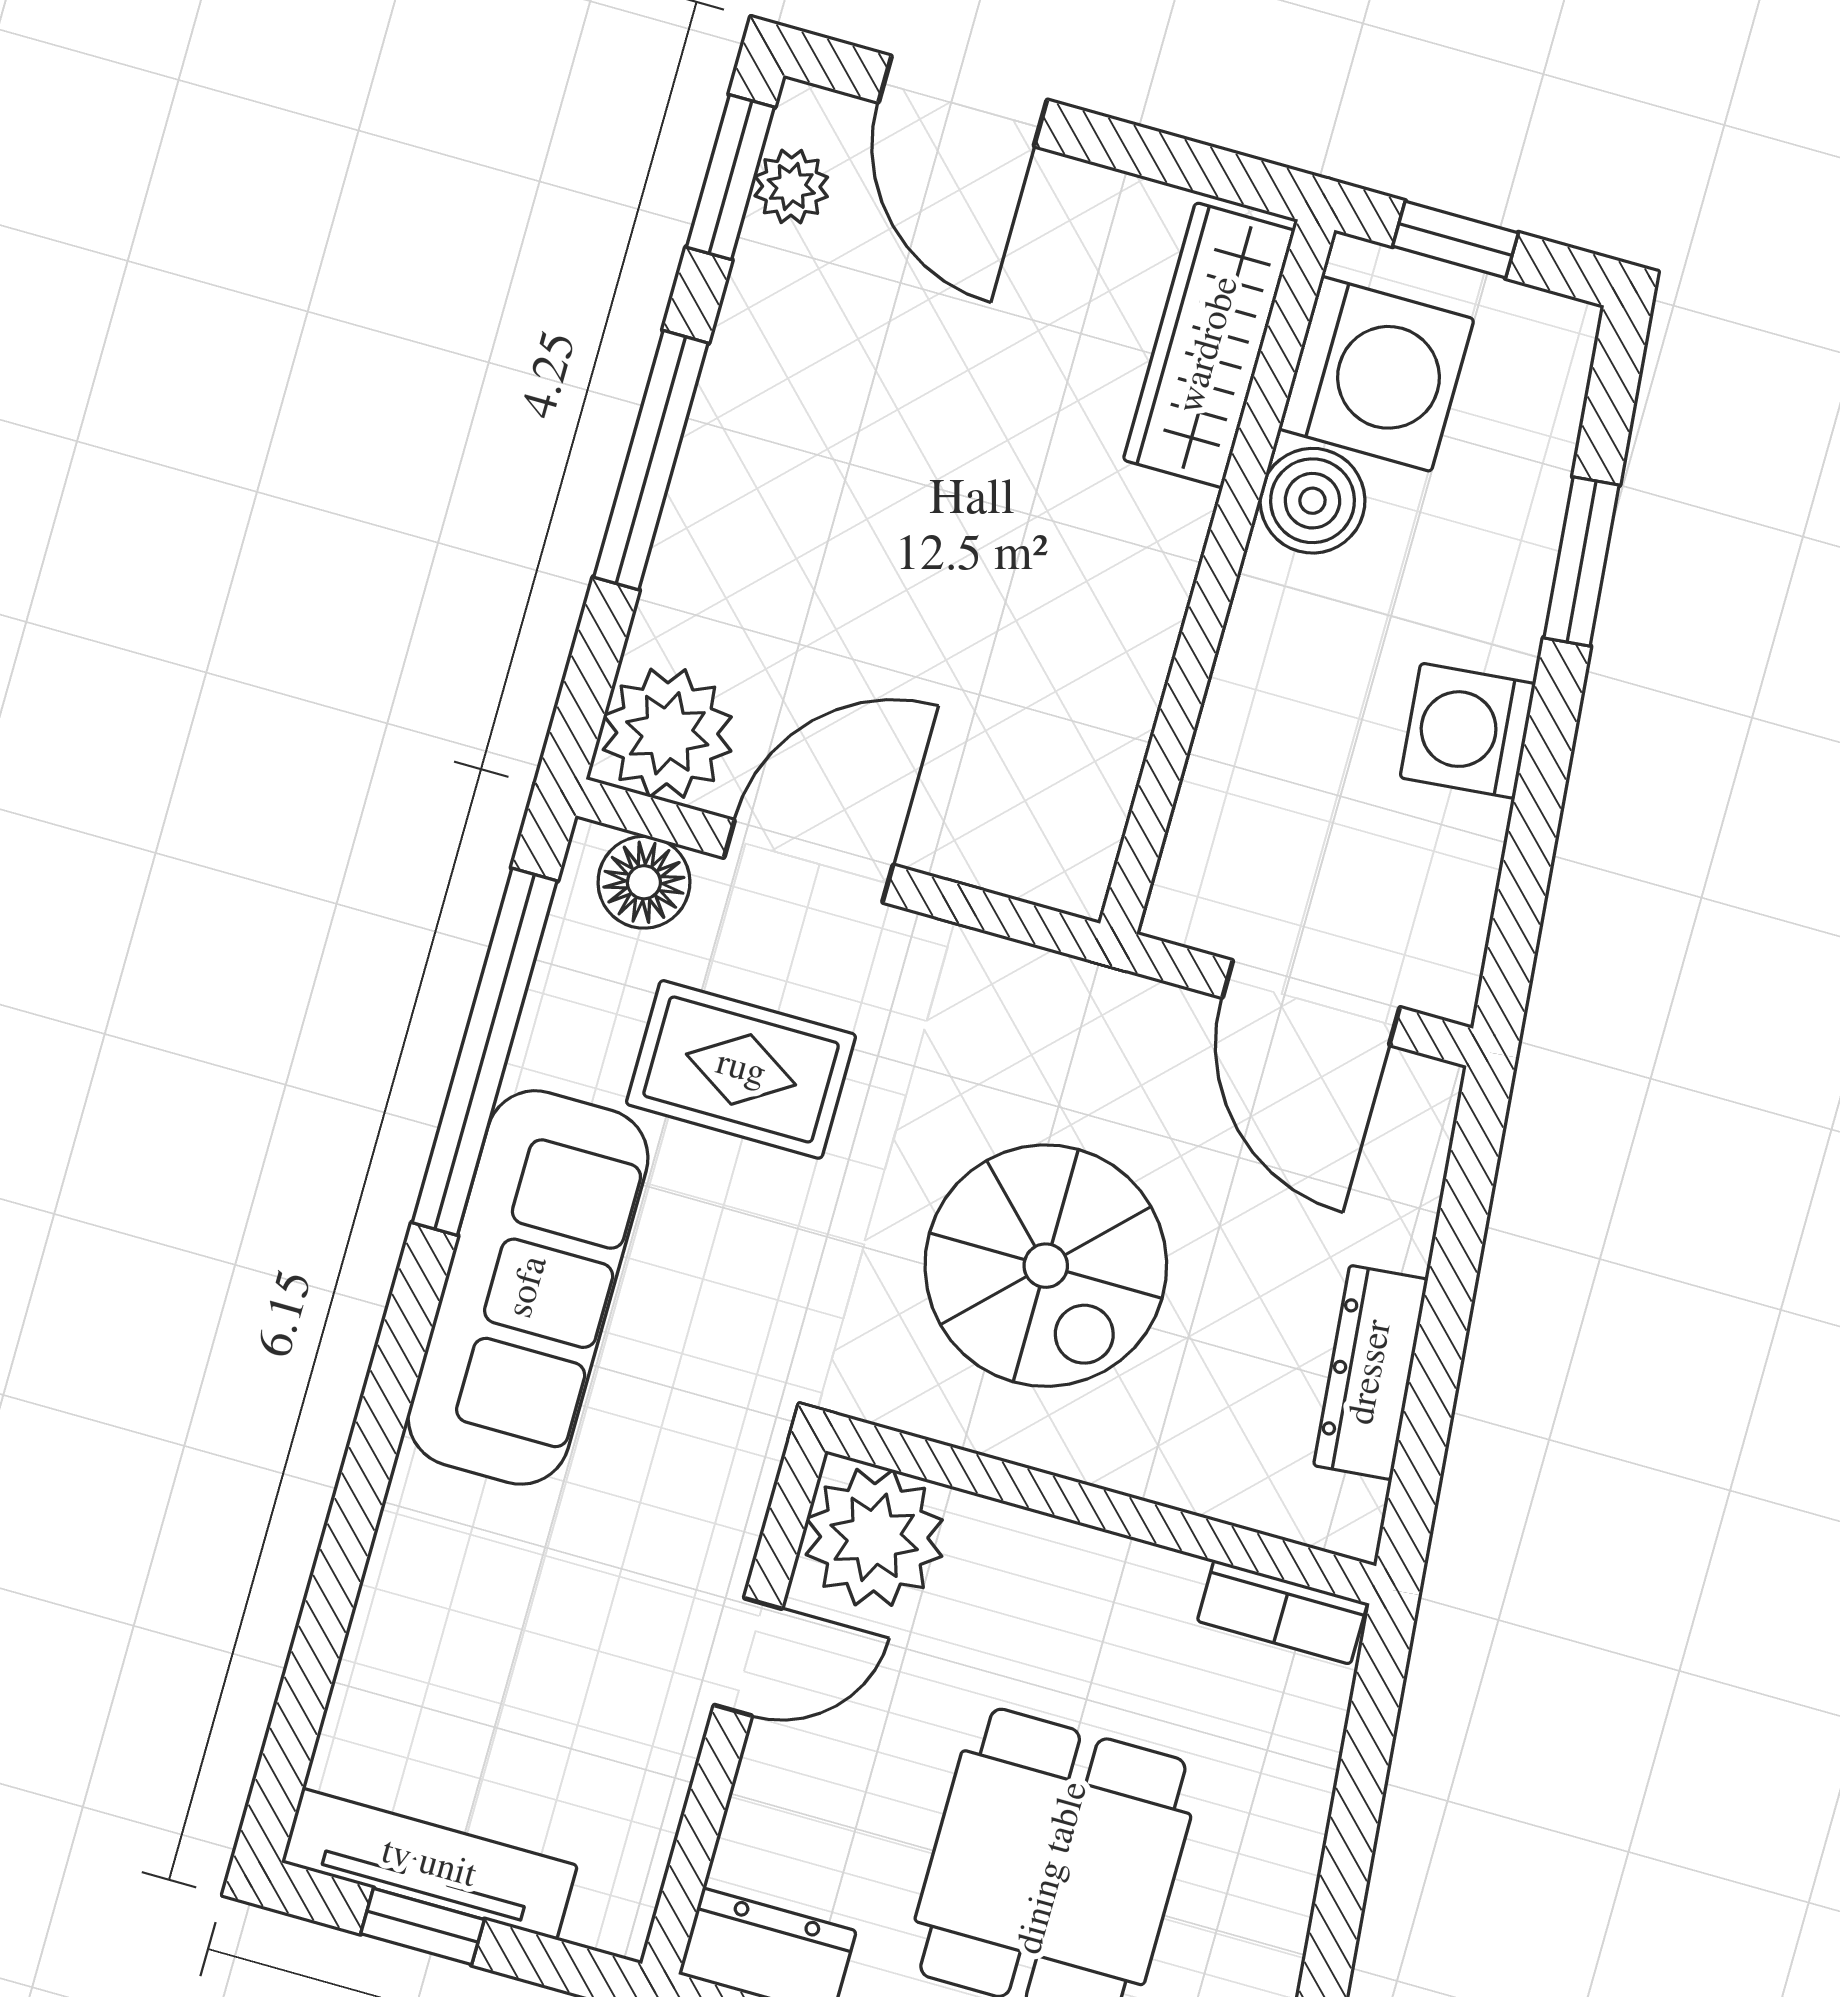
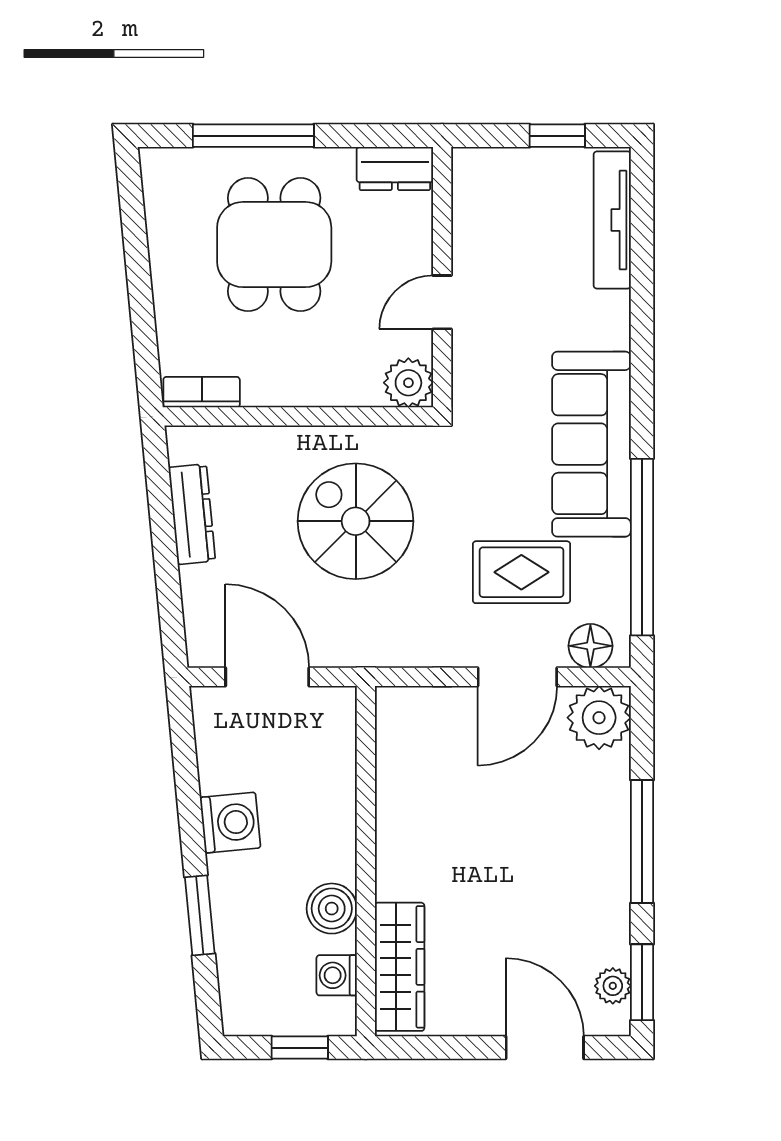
washing machine: (1376, 374) -> (337, 975), width x0.53, depth x0.53
plant: (874, 1537) -> (408, 383), width x0.73, depth x0.73
tv unit: (429, 1864) -> (612, 220), moved, turned 90

